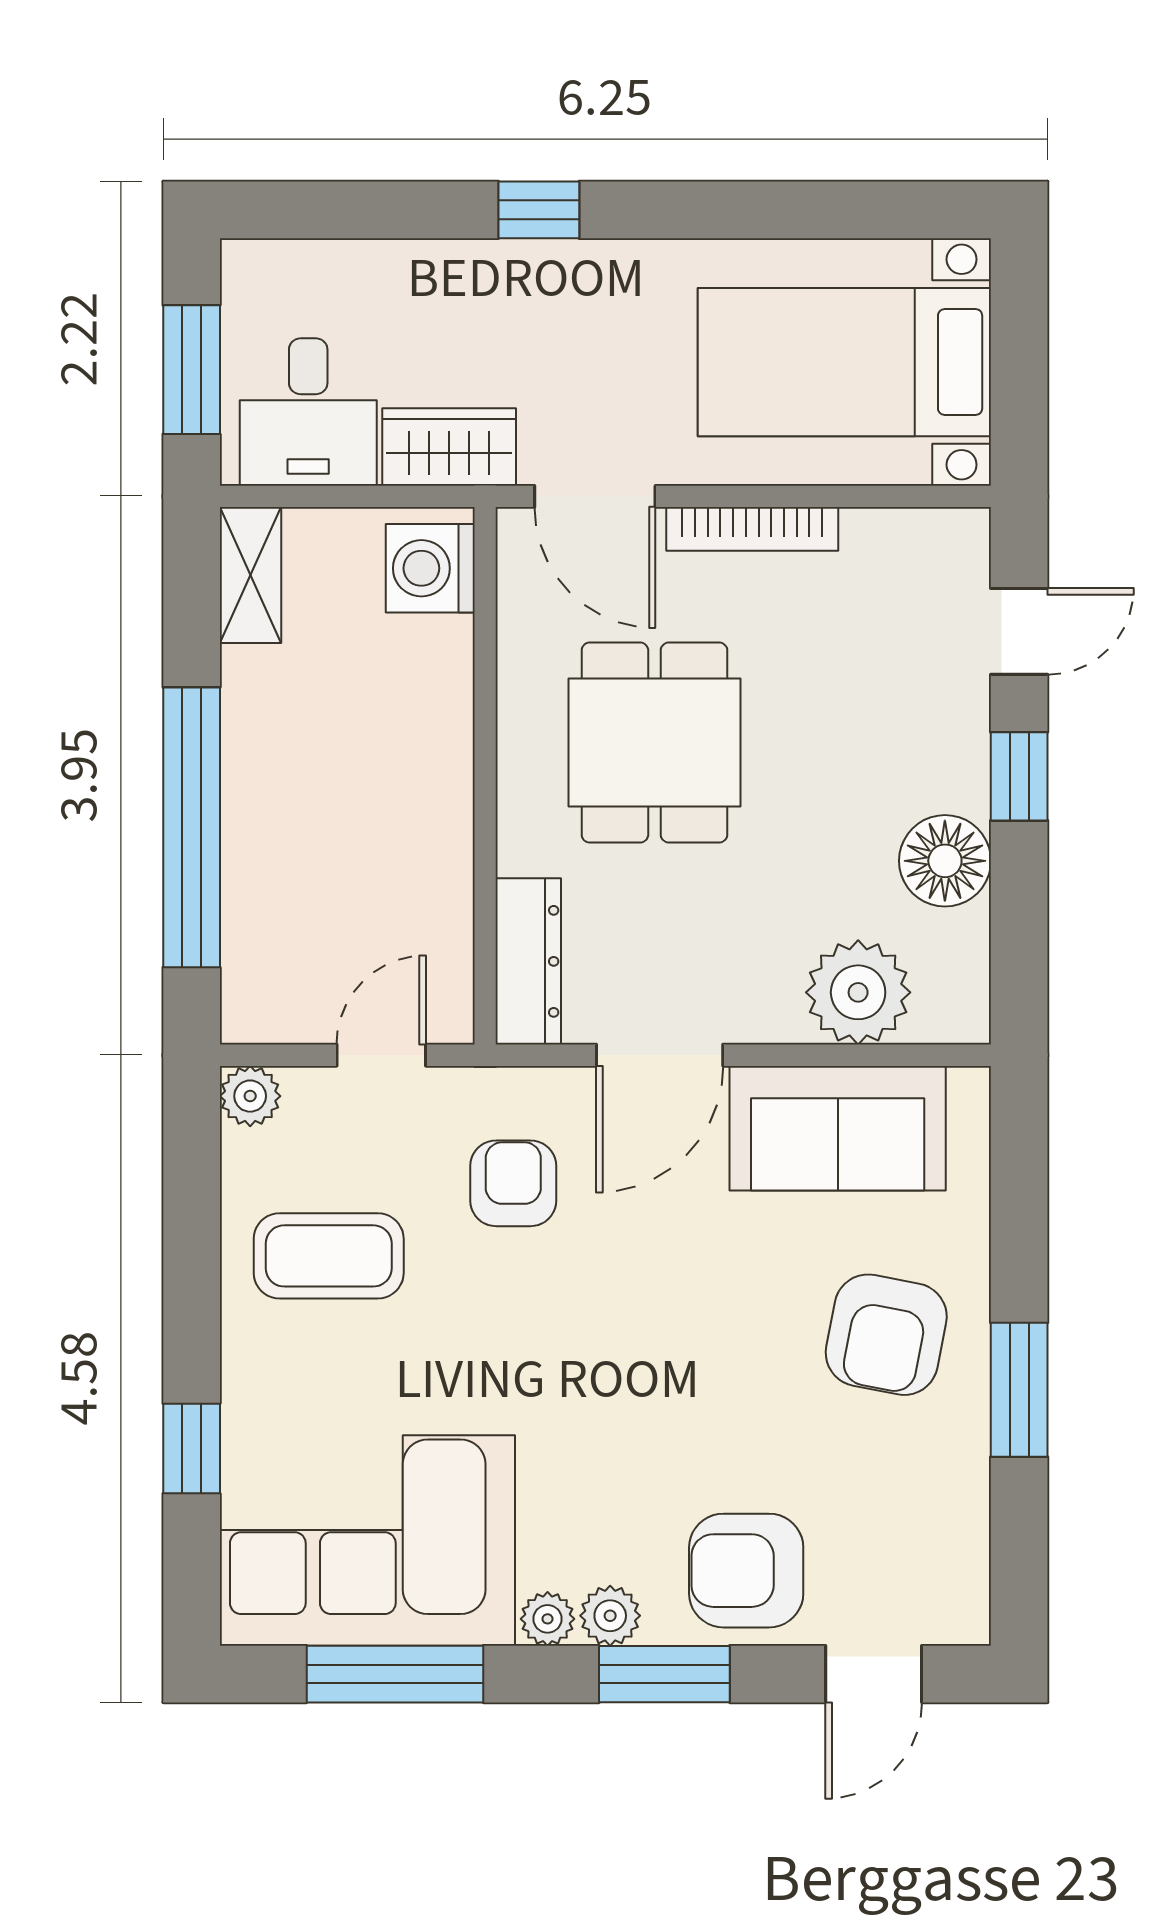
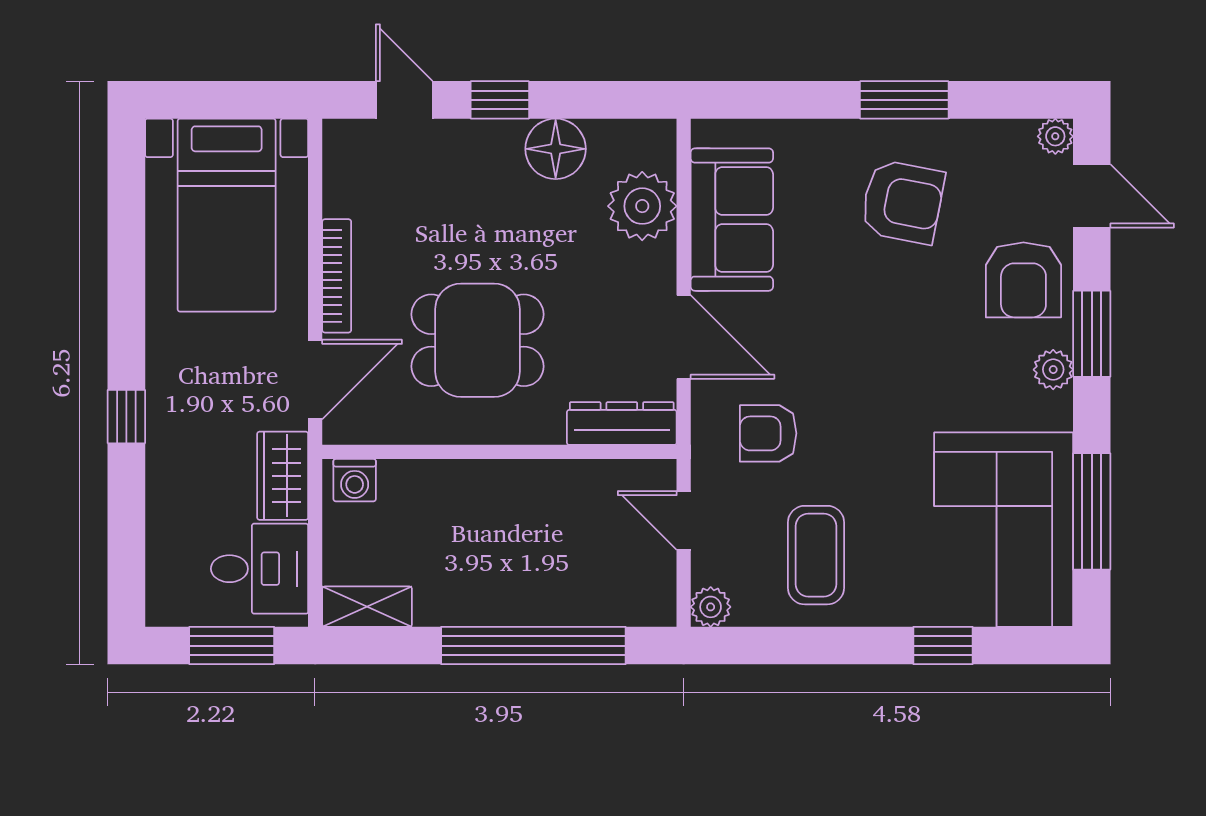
washing machine: (430, 568) -> (355, 480), width x0.73, depth x0.73
armchair: (886, 1335) -> (902, 202), moved
plant: (548, 1619) -> (1055, 136), moved

